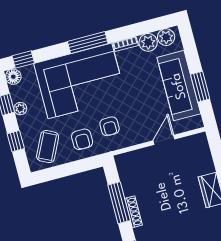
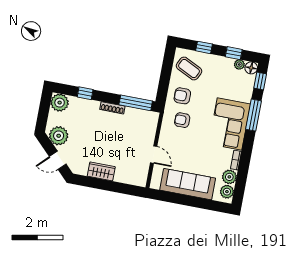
window: (88, 42) -> (254, 115), moved
corner sofa: (80, 81) -> (230, 124), width x0.73, depth x0.74
window: (200, 87) -> (180, 199), removed
plant: (20, 109) -> (239, 65), moved
window: (119, 203) -> (136, 103), moved

